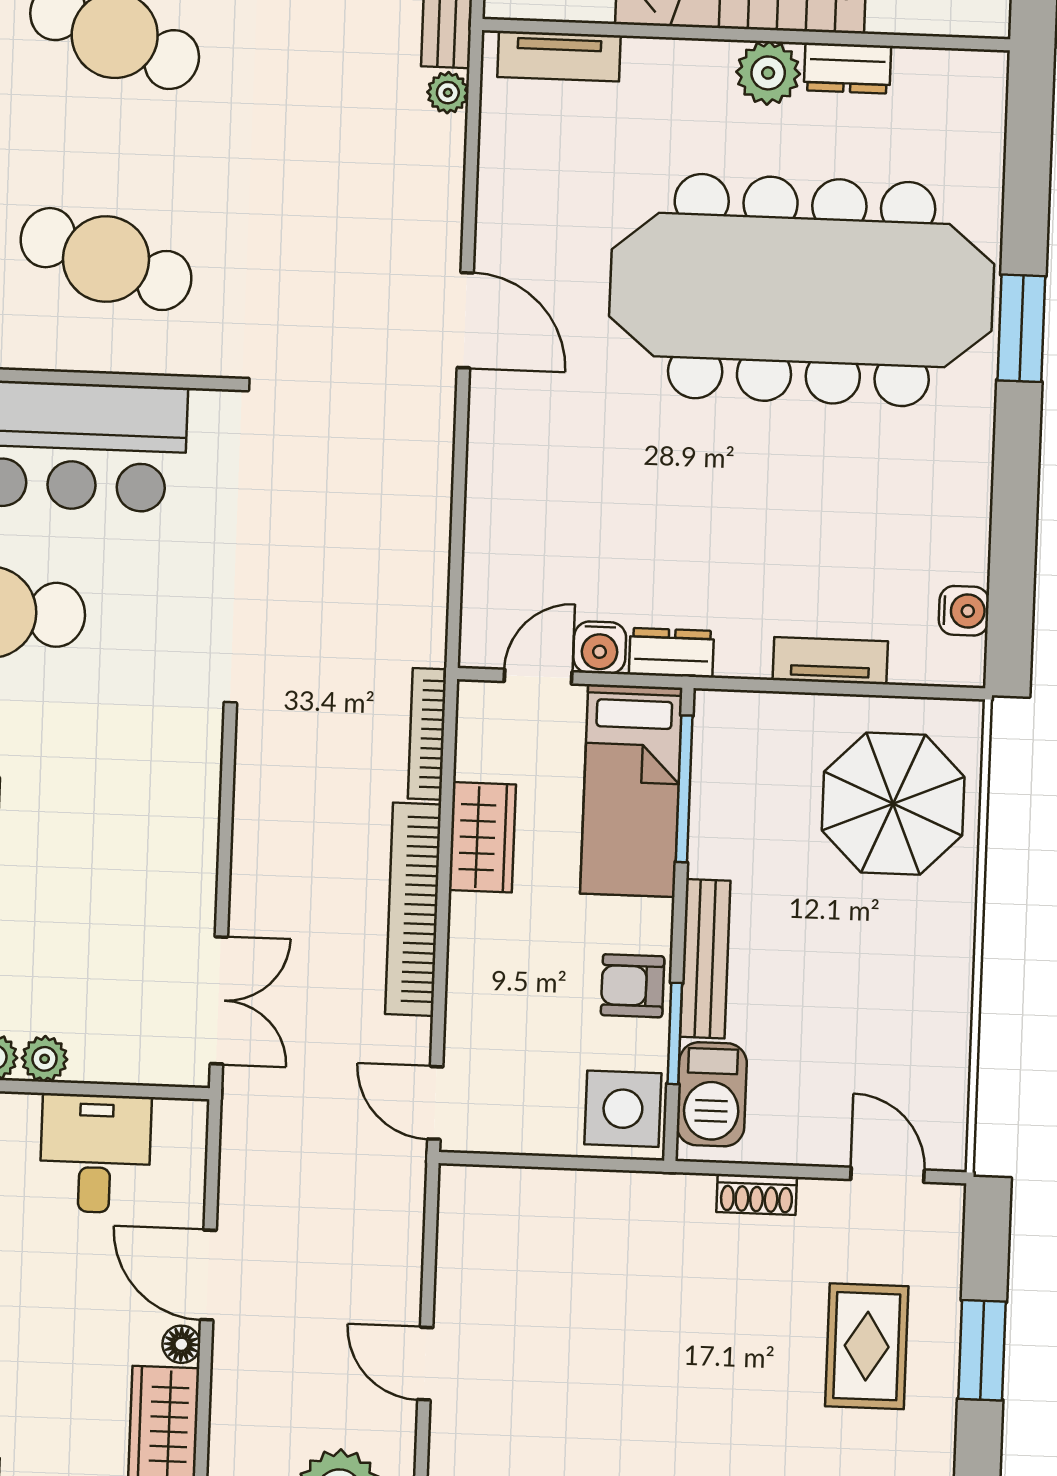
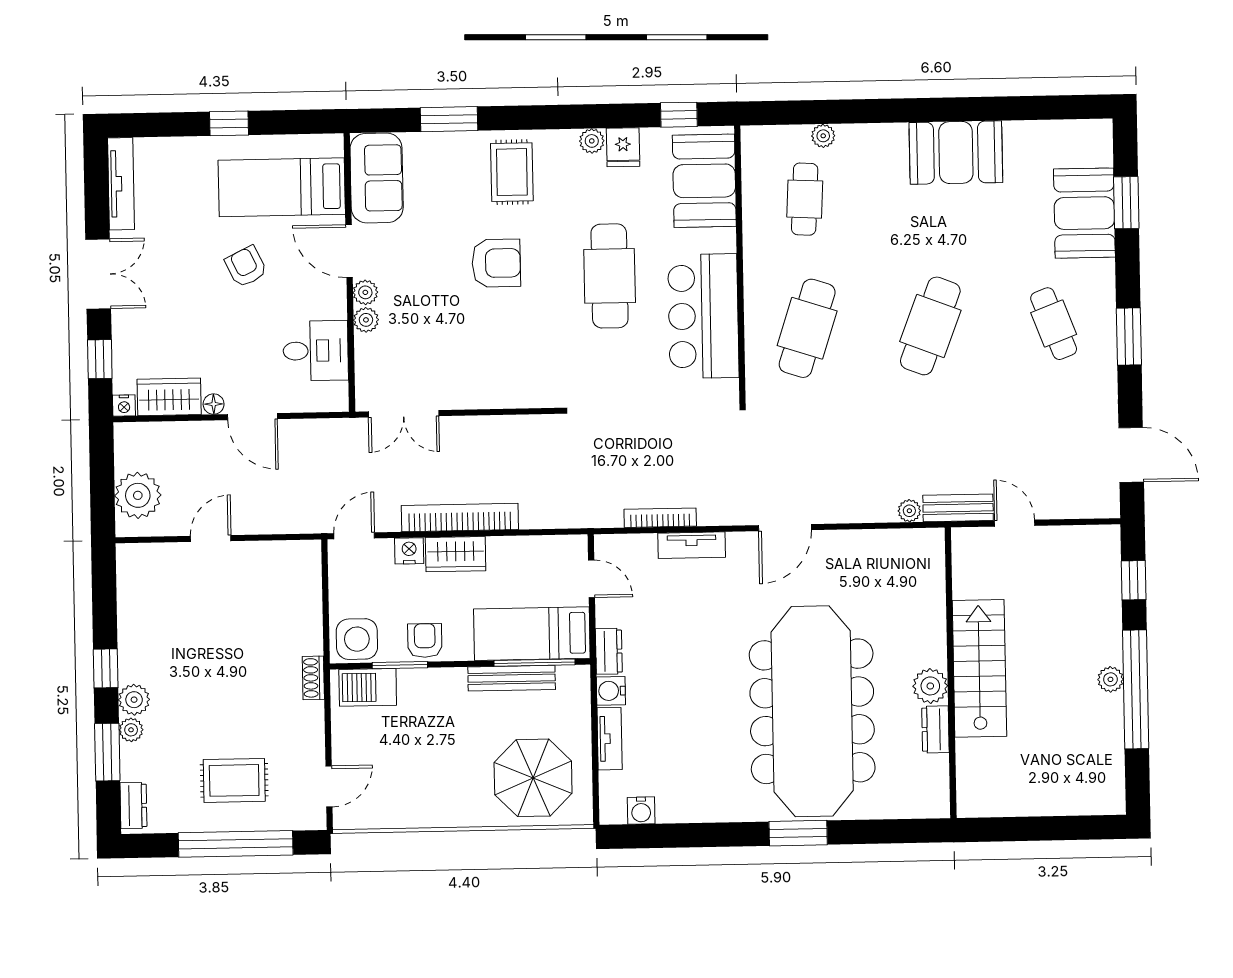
tv unit: (559, 56) -> (692, 545), moved, turned -90
water cooler: (600, 648) -> (611, 691), moved
bookcase: (427, 734) -> (660, 518), moved
wardrobe: (482, 837) -> (456, 554), moved
bench: (705, 959) -> (512, 678), moved
nightstand: (468, 1005) -> (409, 551), added
shoe rack: (757, 1194) -> (313, 678), moved
door: (208, 1275) -> (252, 417), swing flipped
window: (982, 1350) -> (236, 844), width x2.11

